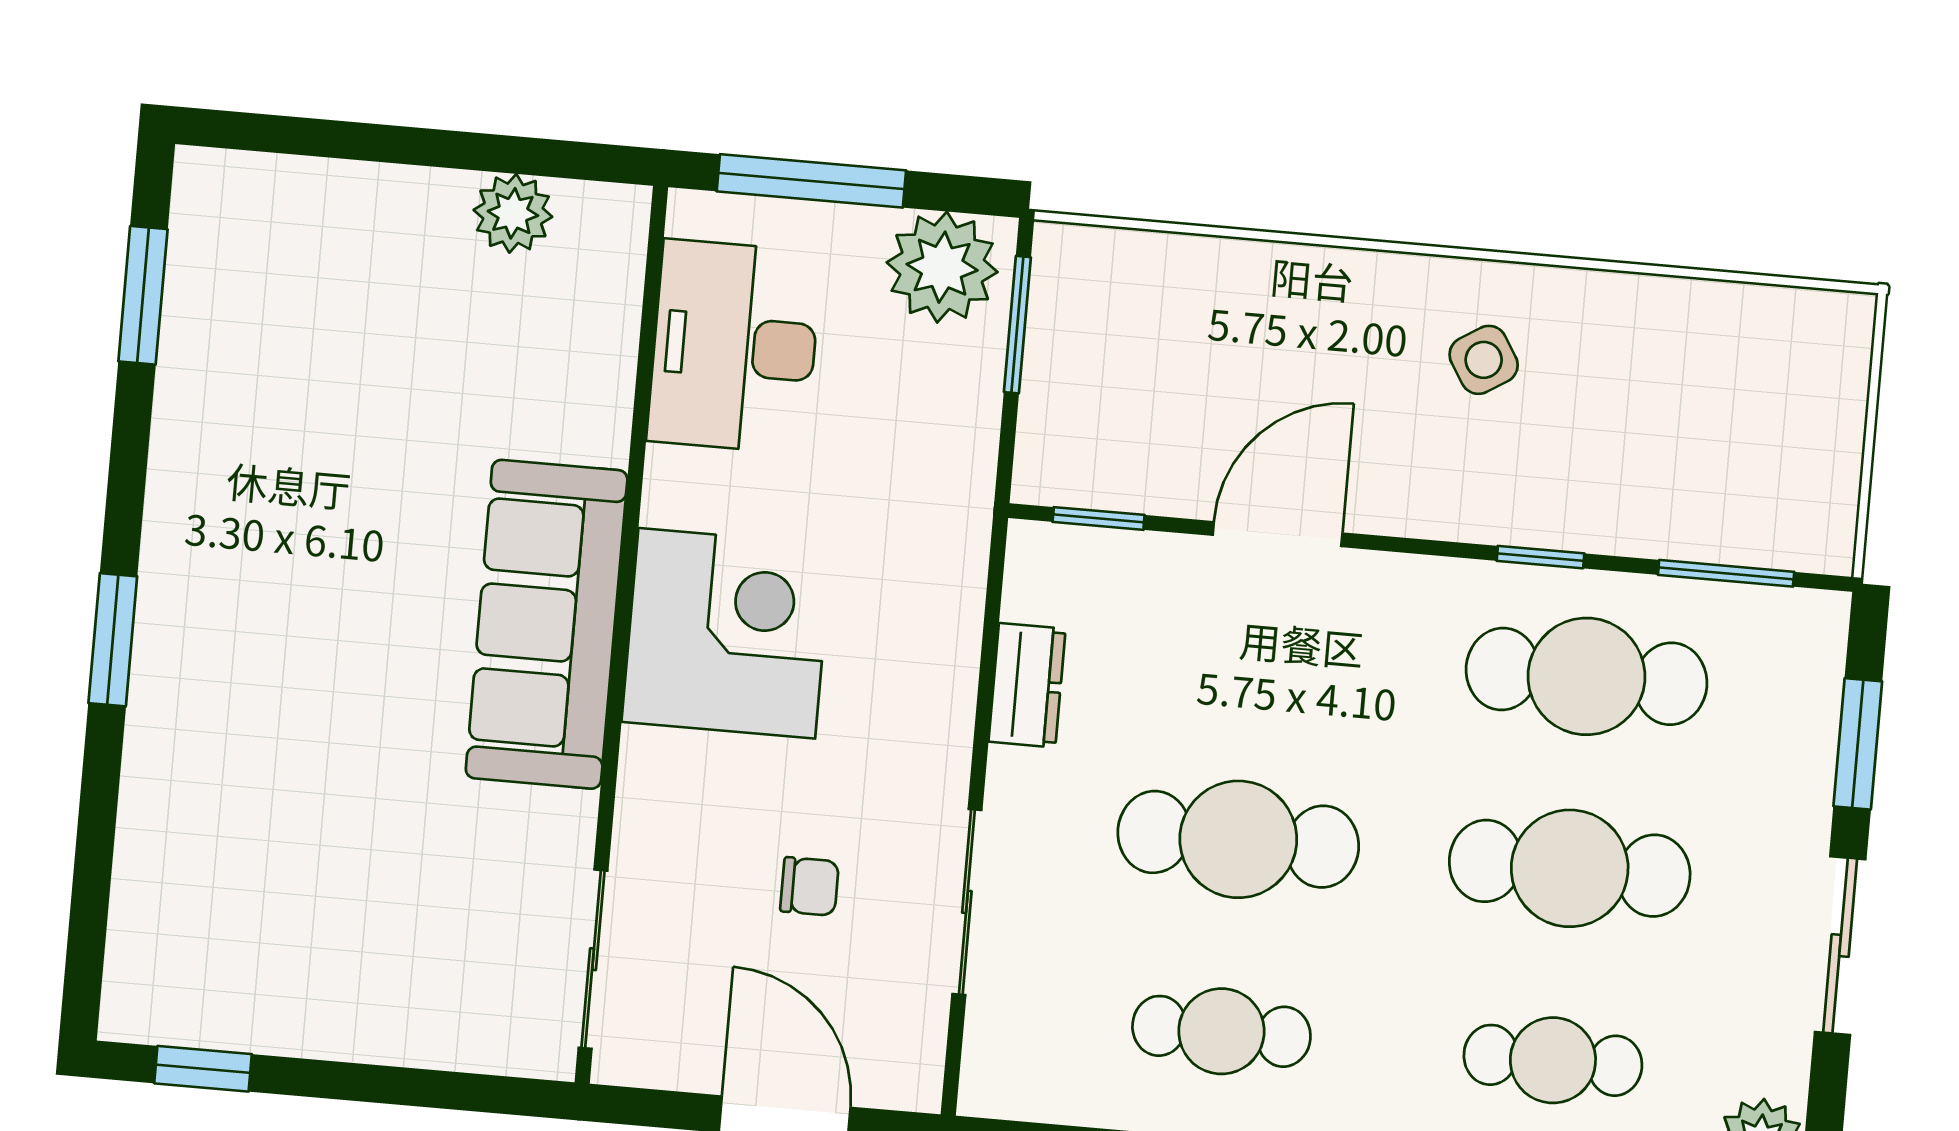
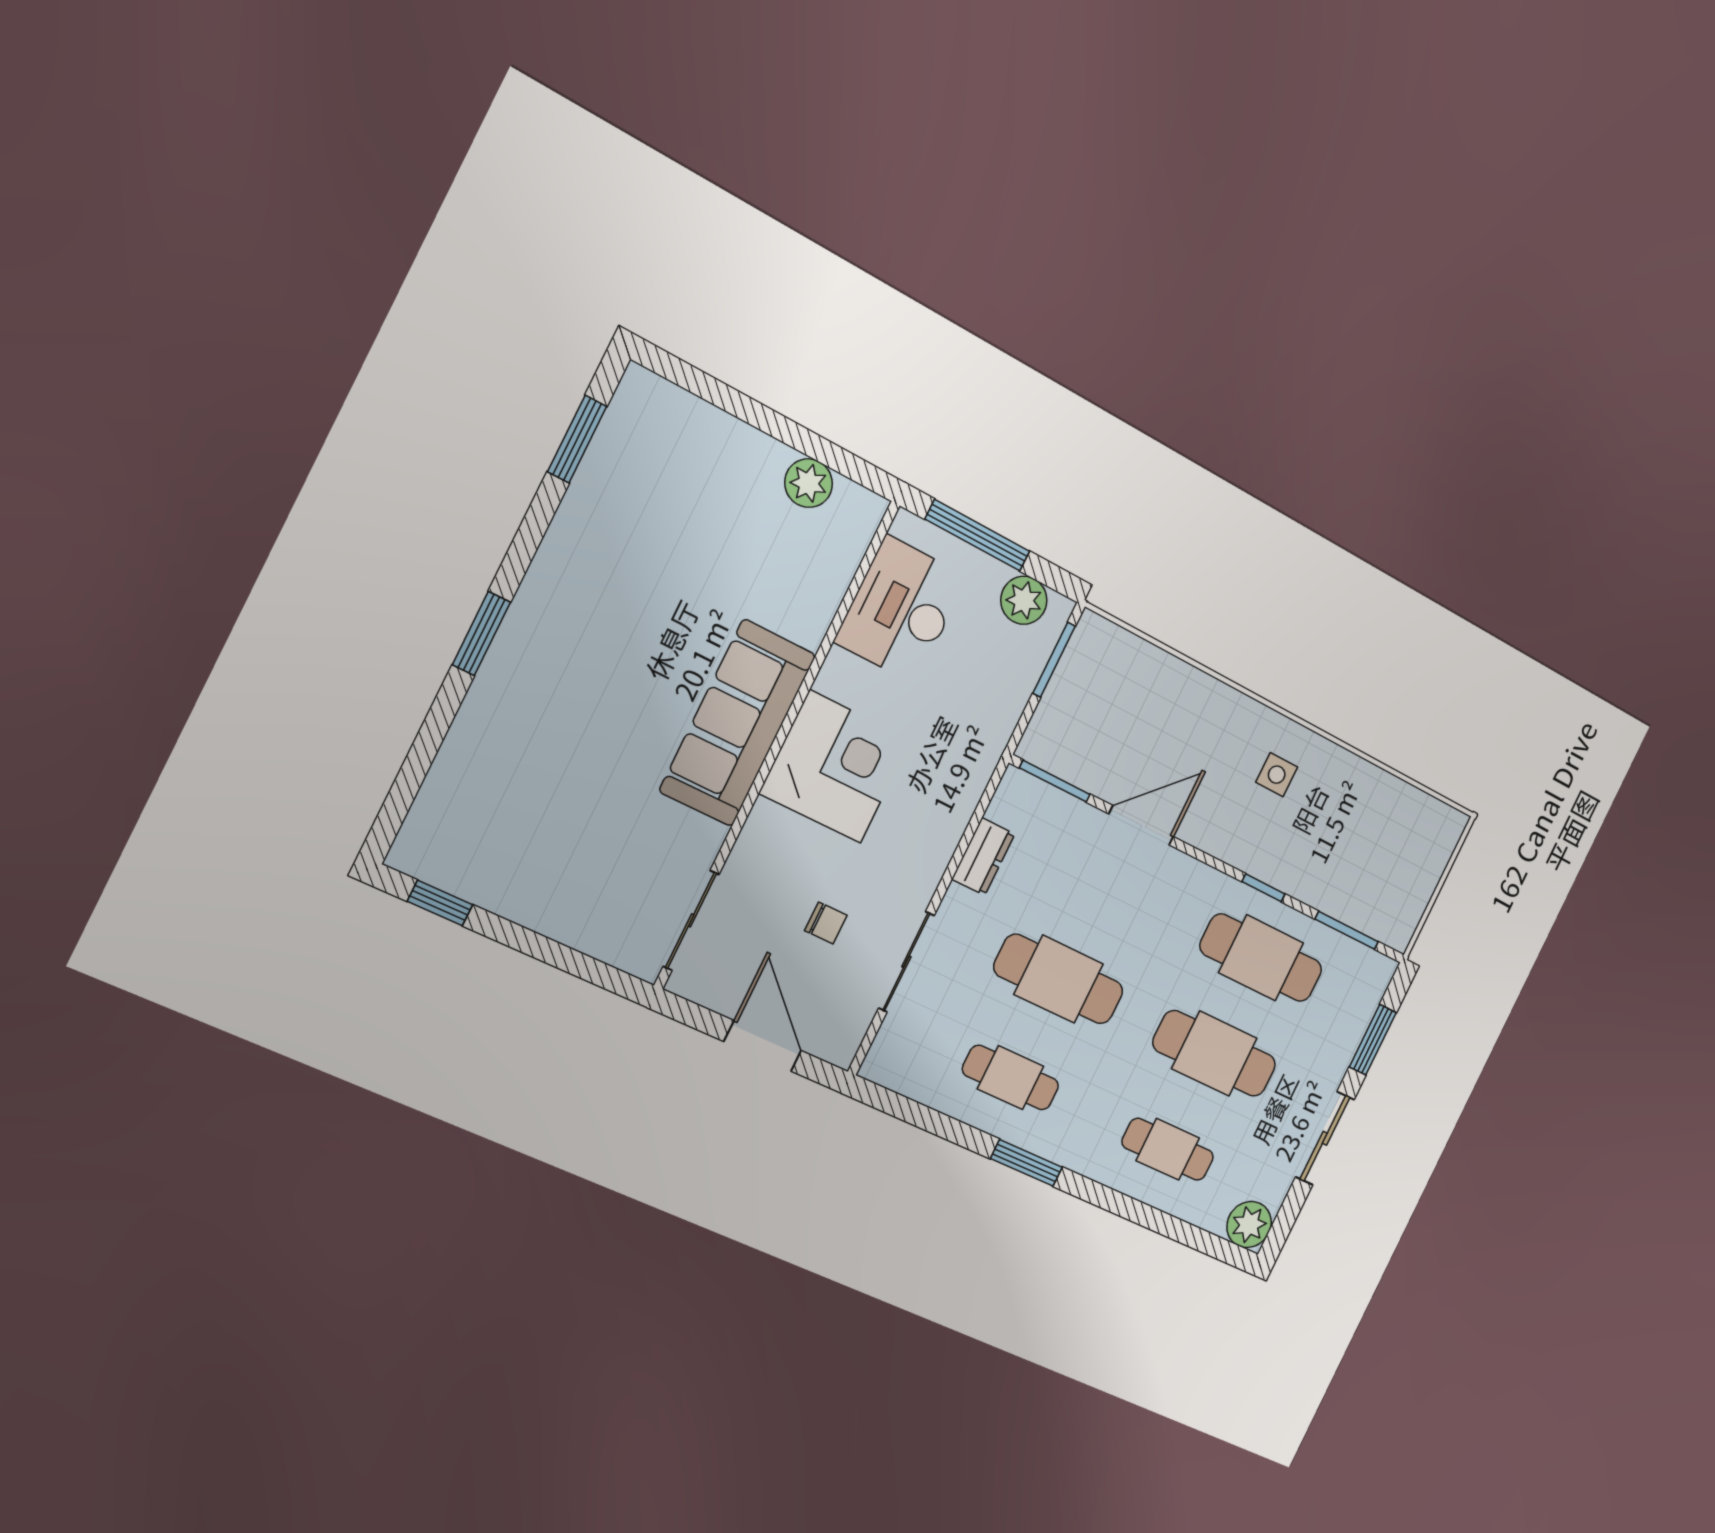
plant: (942, 267) -> (1024, 600), width x0.73, depth x0.73
side table: (1484, 360) -> (1277, 775), turned 32
window: (1099, 518) -> (1055, 781), width x1.50

